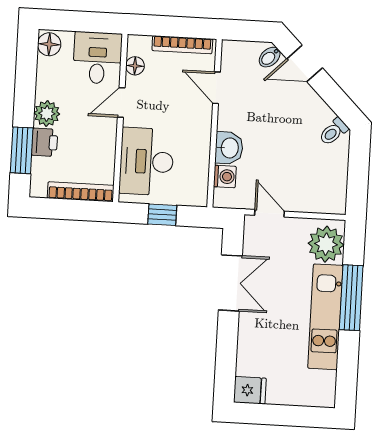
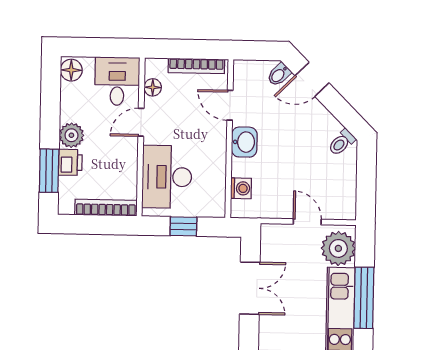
washbasin: (229, 148) -> (244, 142), moved
door: (269, 213) -> (307, 222), moved

